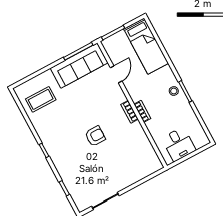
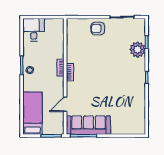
coffee table: (41, 99) -> (129, 116), removed
armchair: (95, 136) -> (98, 29), moved
desk: (179, 144) -> (34, 30), moved
plant: (70, 175) -> (138, 50), added

